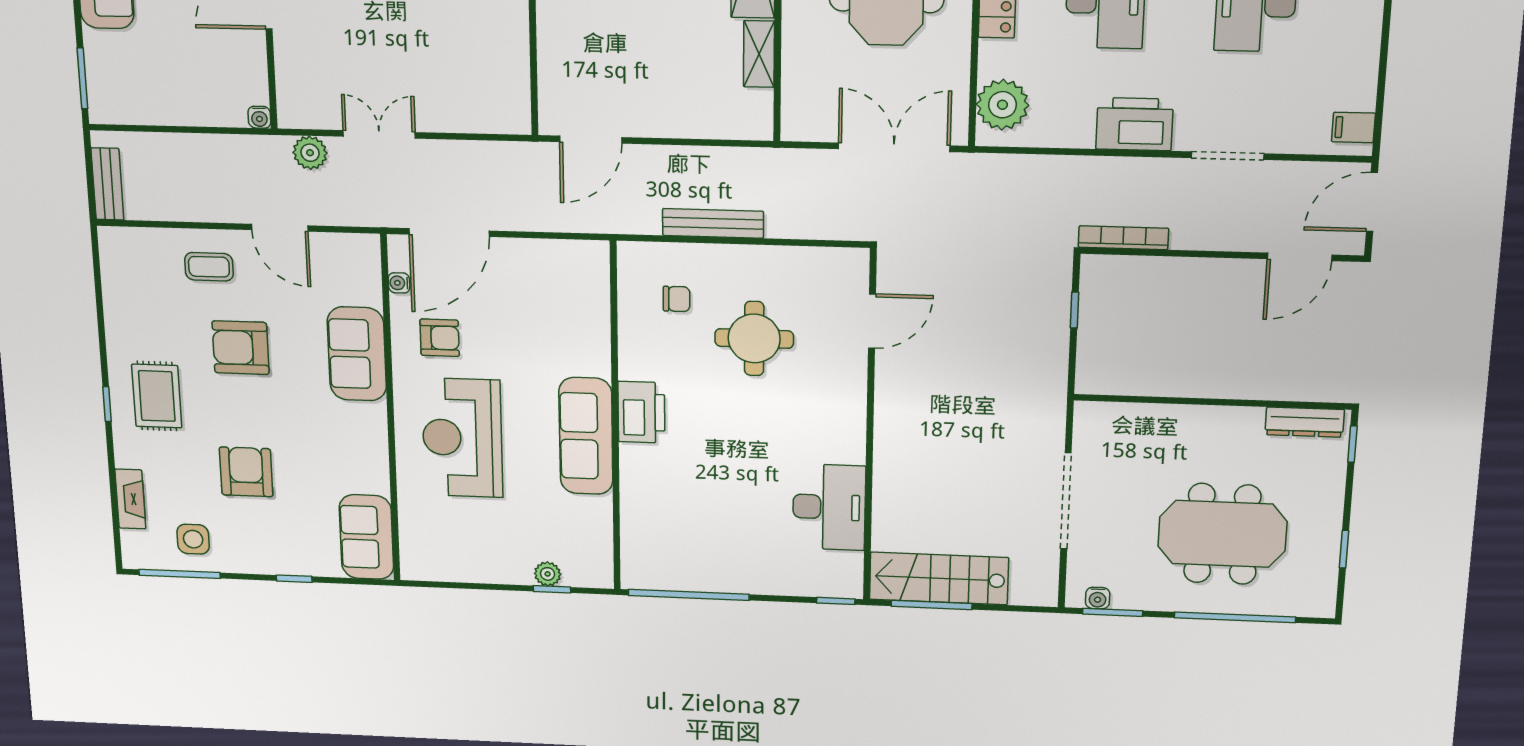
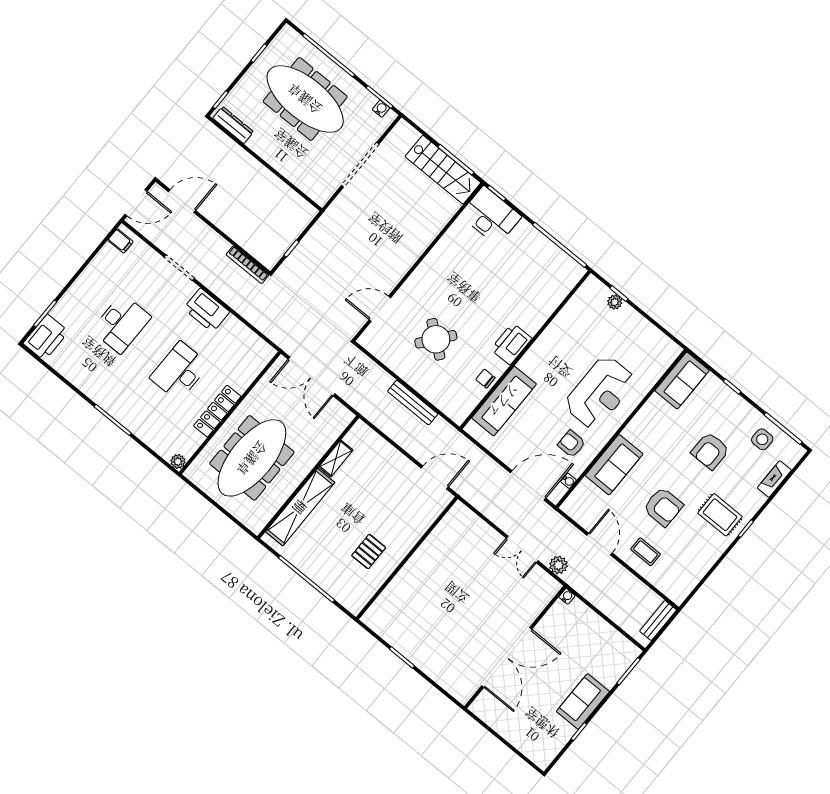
plant: (1002, 105) -> (254, 360), removed
chair: (677, 299) -> (485, 379), moved
round table: (754, 339) -> (436, 339), turned 38
rug: (157, 396) -> (720, 515), turned 90
sofa: (586, 436) -> (504, 401), moved
desk: (829, 507) -> (491, 216), moved, turned 90
meeting table: (1222, 534) -> (305, 99), width x1.36

